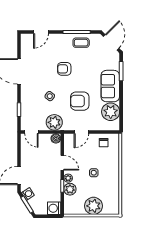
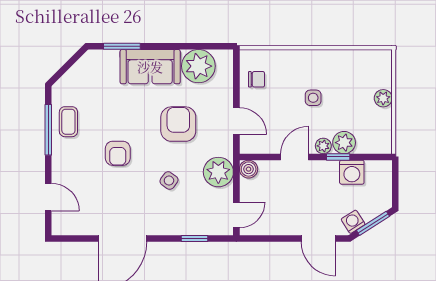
door: (111, 42) -> (68, 65), removed
armchair: (80, 101) -> (178, 124), turned 180
plant: (94, 206) -> (383, 98), width x0.53, depth x0.53
washing machine: (54, 208) -> (352, 172), moved

